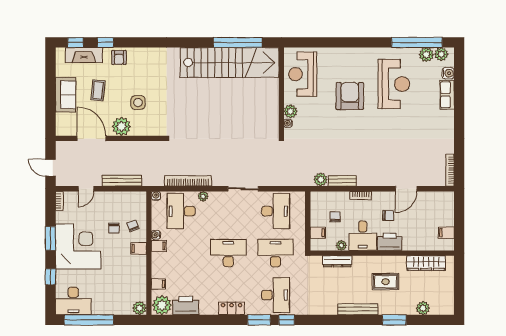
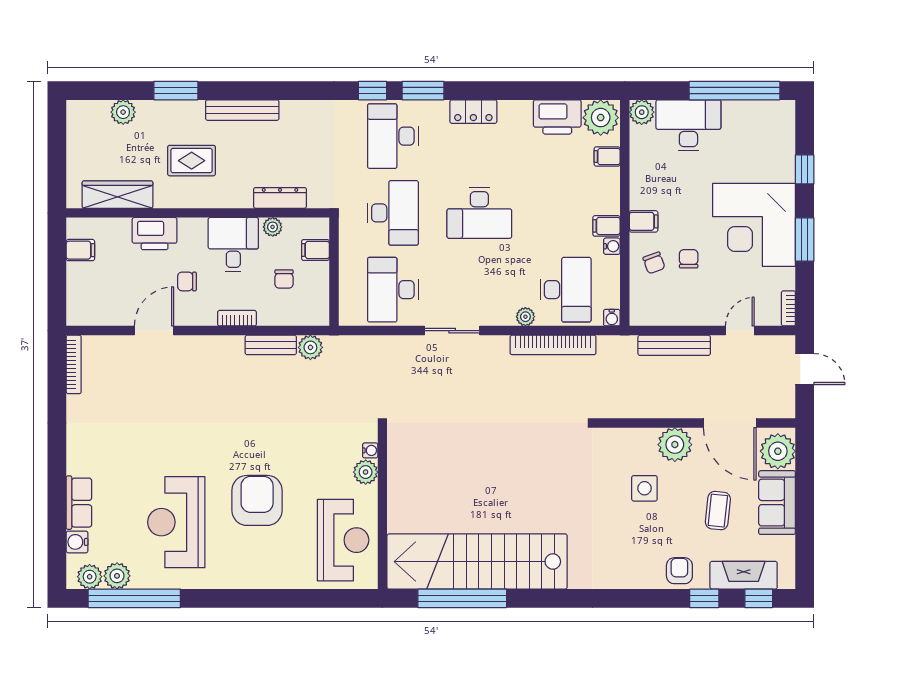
armchair: (350, 96) -> (257, 500), turned 180
plant: (65, 123) -> (778, 451), added
printer: (390, 242) -> (155, 234), moved
desk: (276, 253) -> (393, 213), turned -90
desk: (73, 301) -> (688, 125), moved

